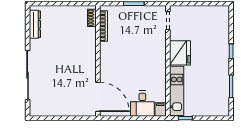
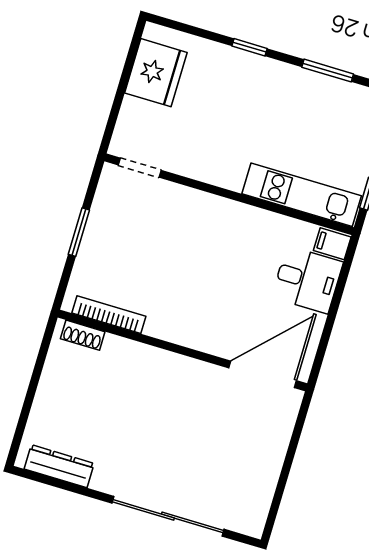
fridge: (180, 53) -> (156, 73), moved, turned 90

